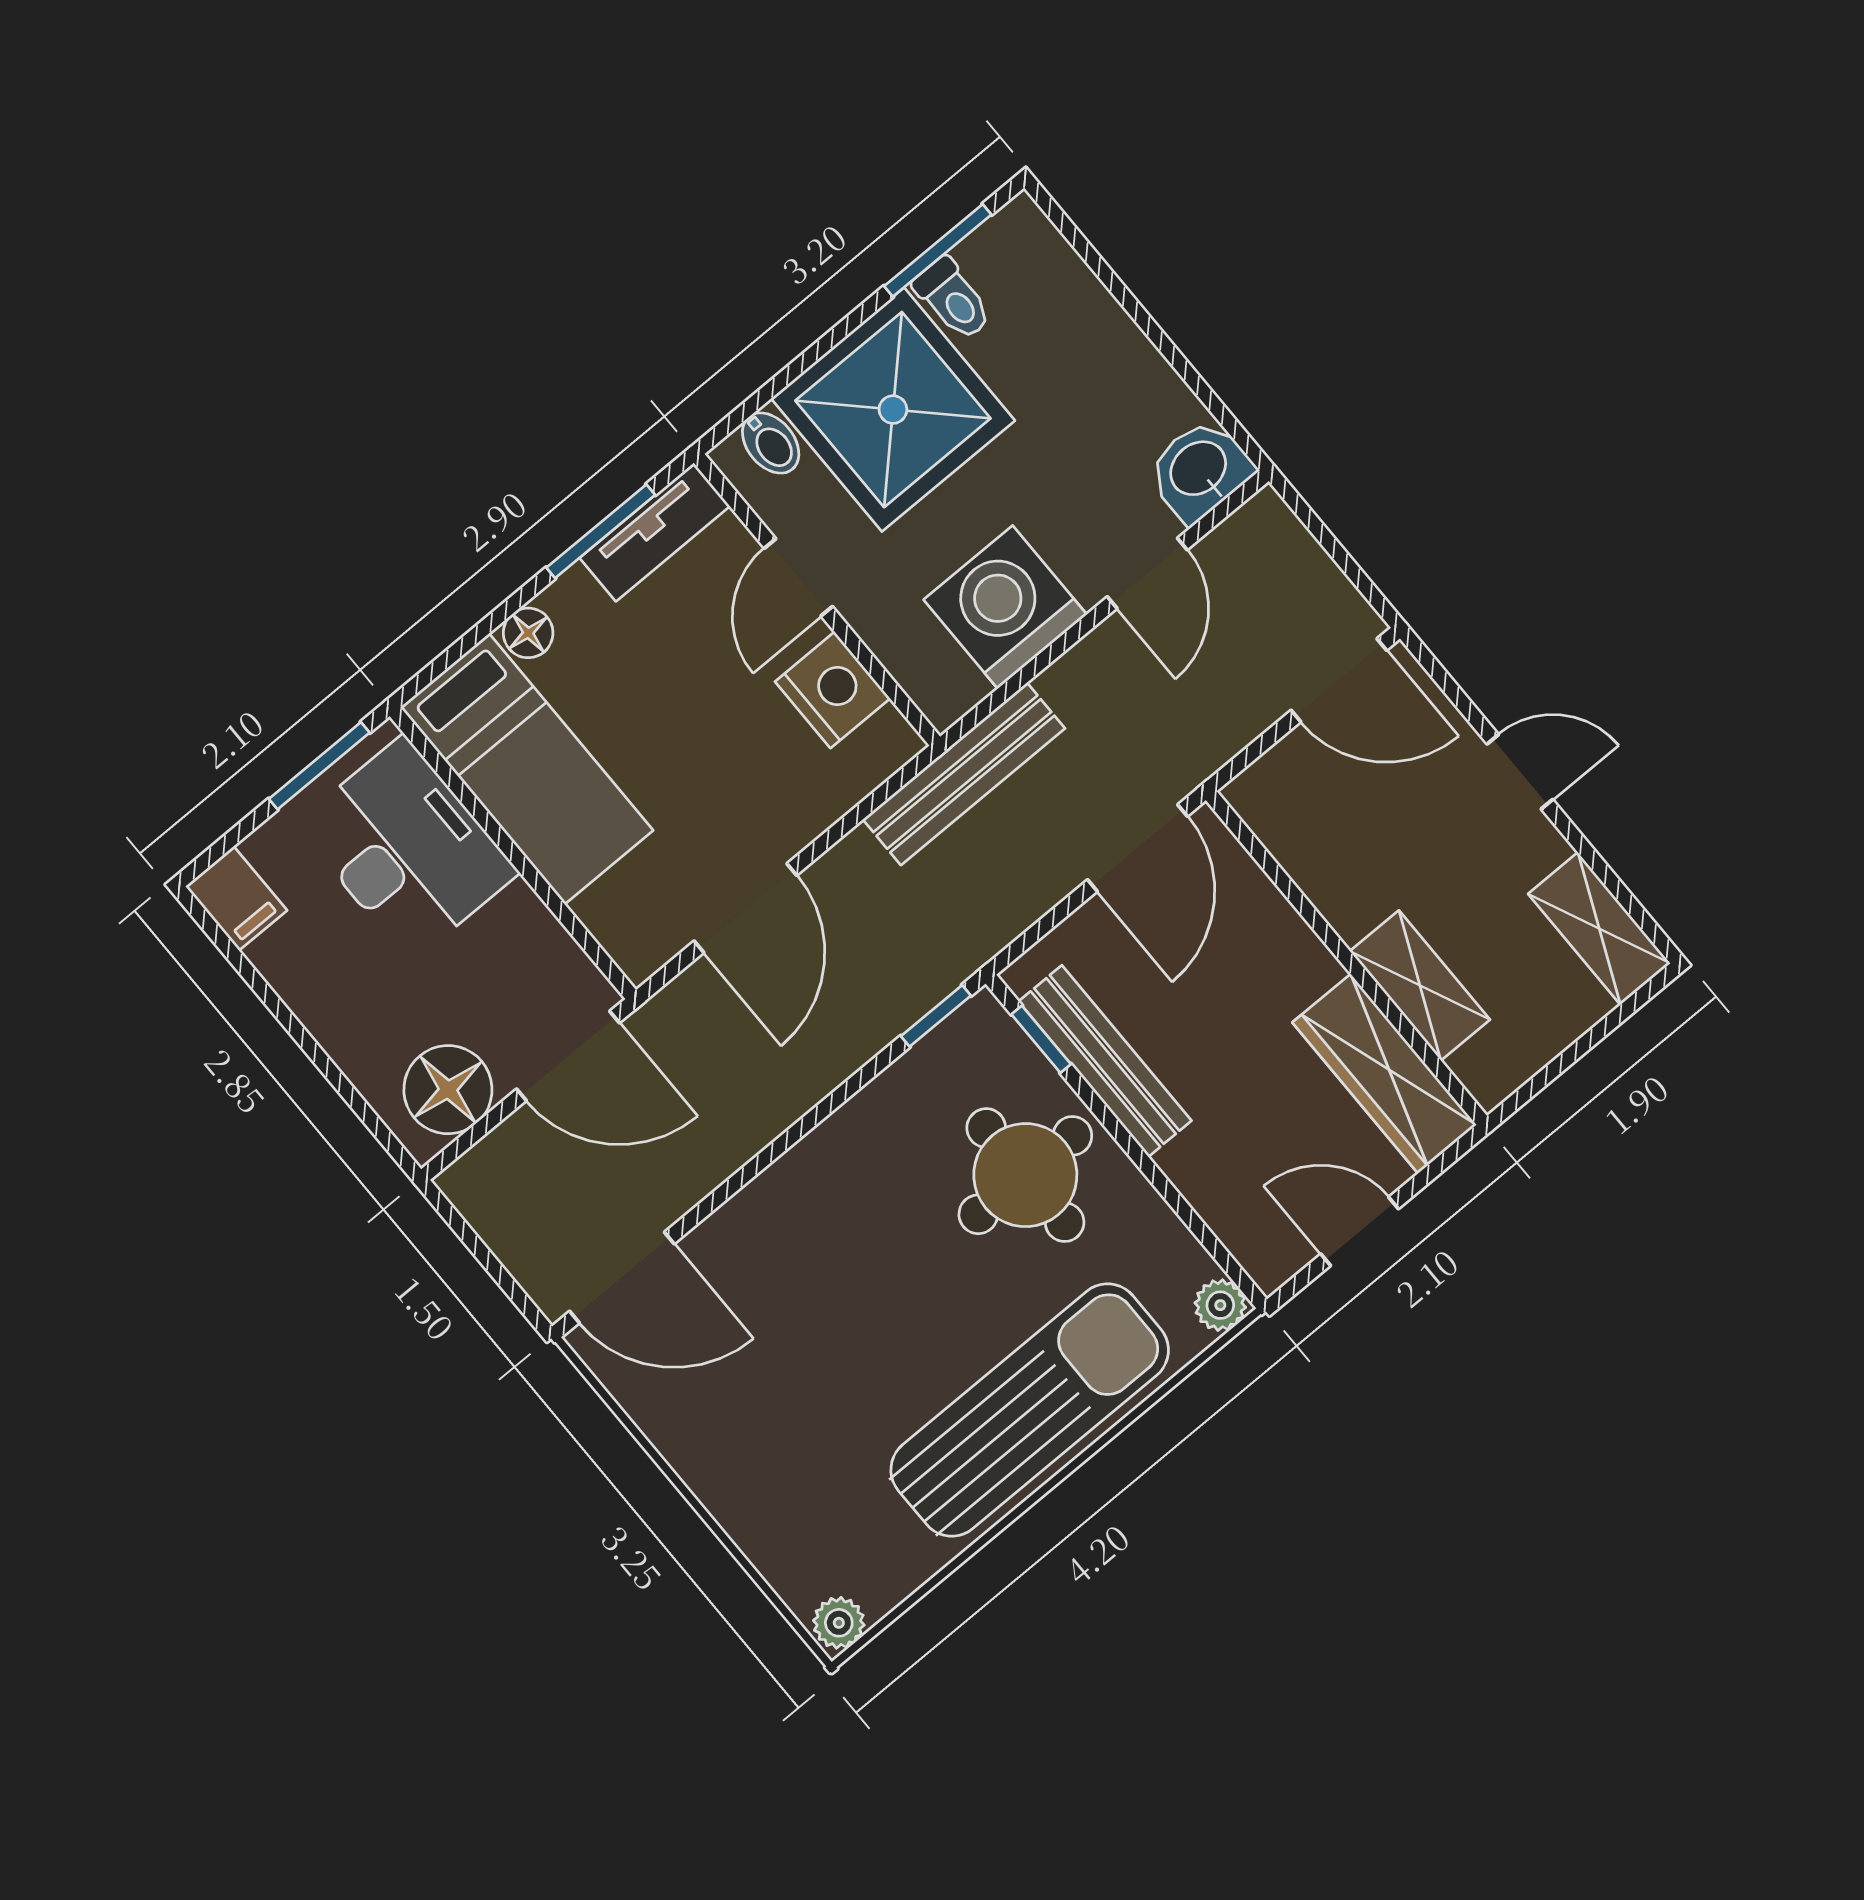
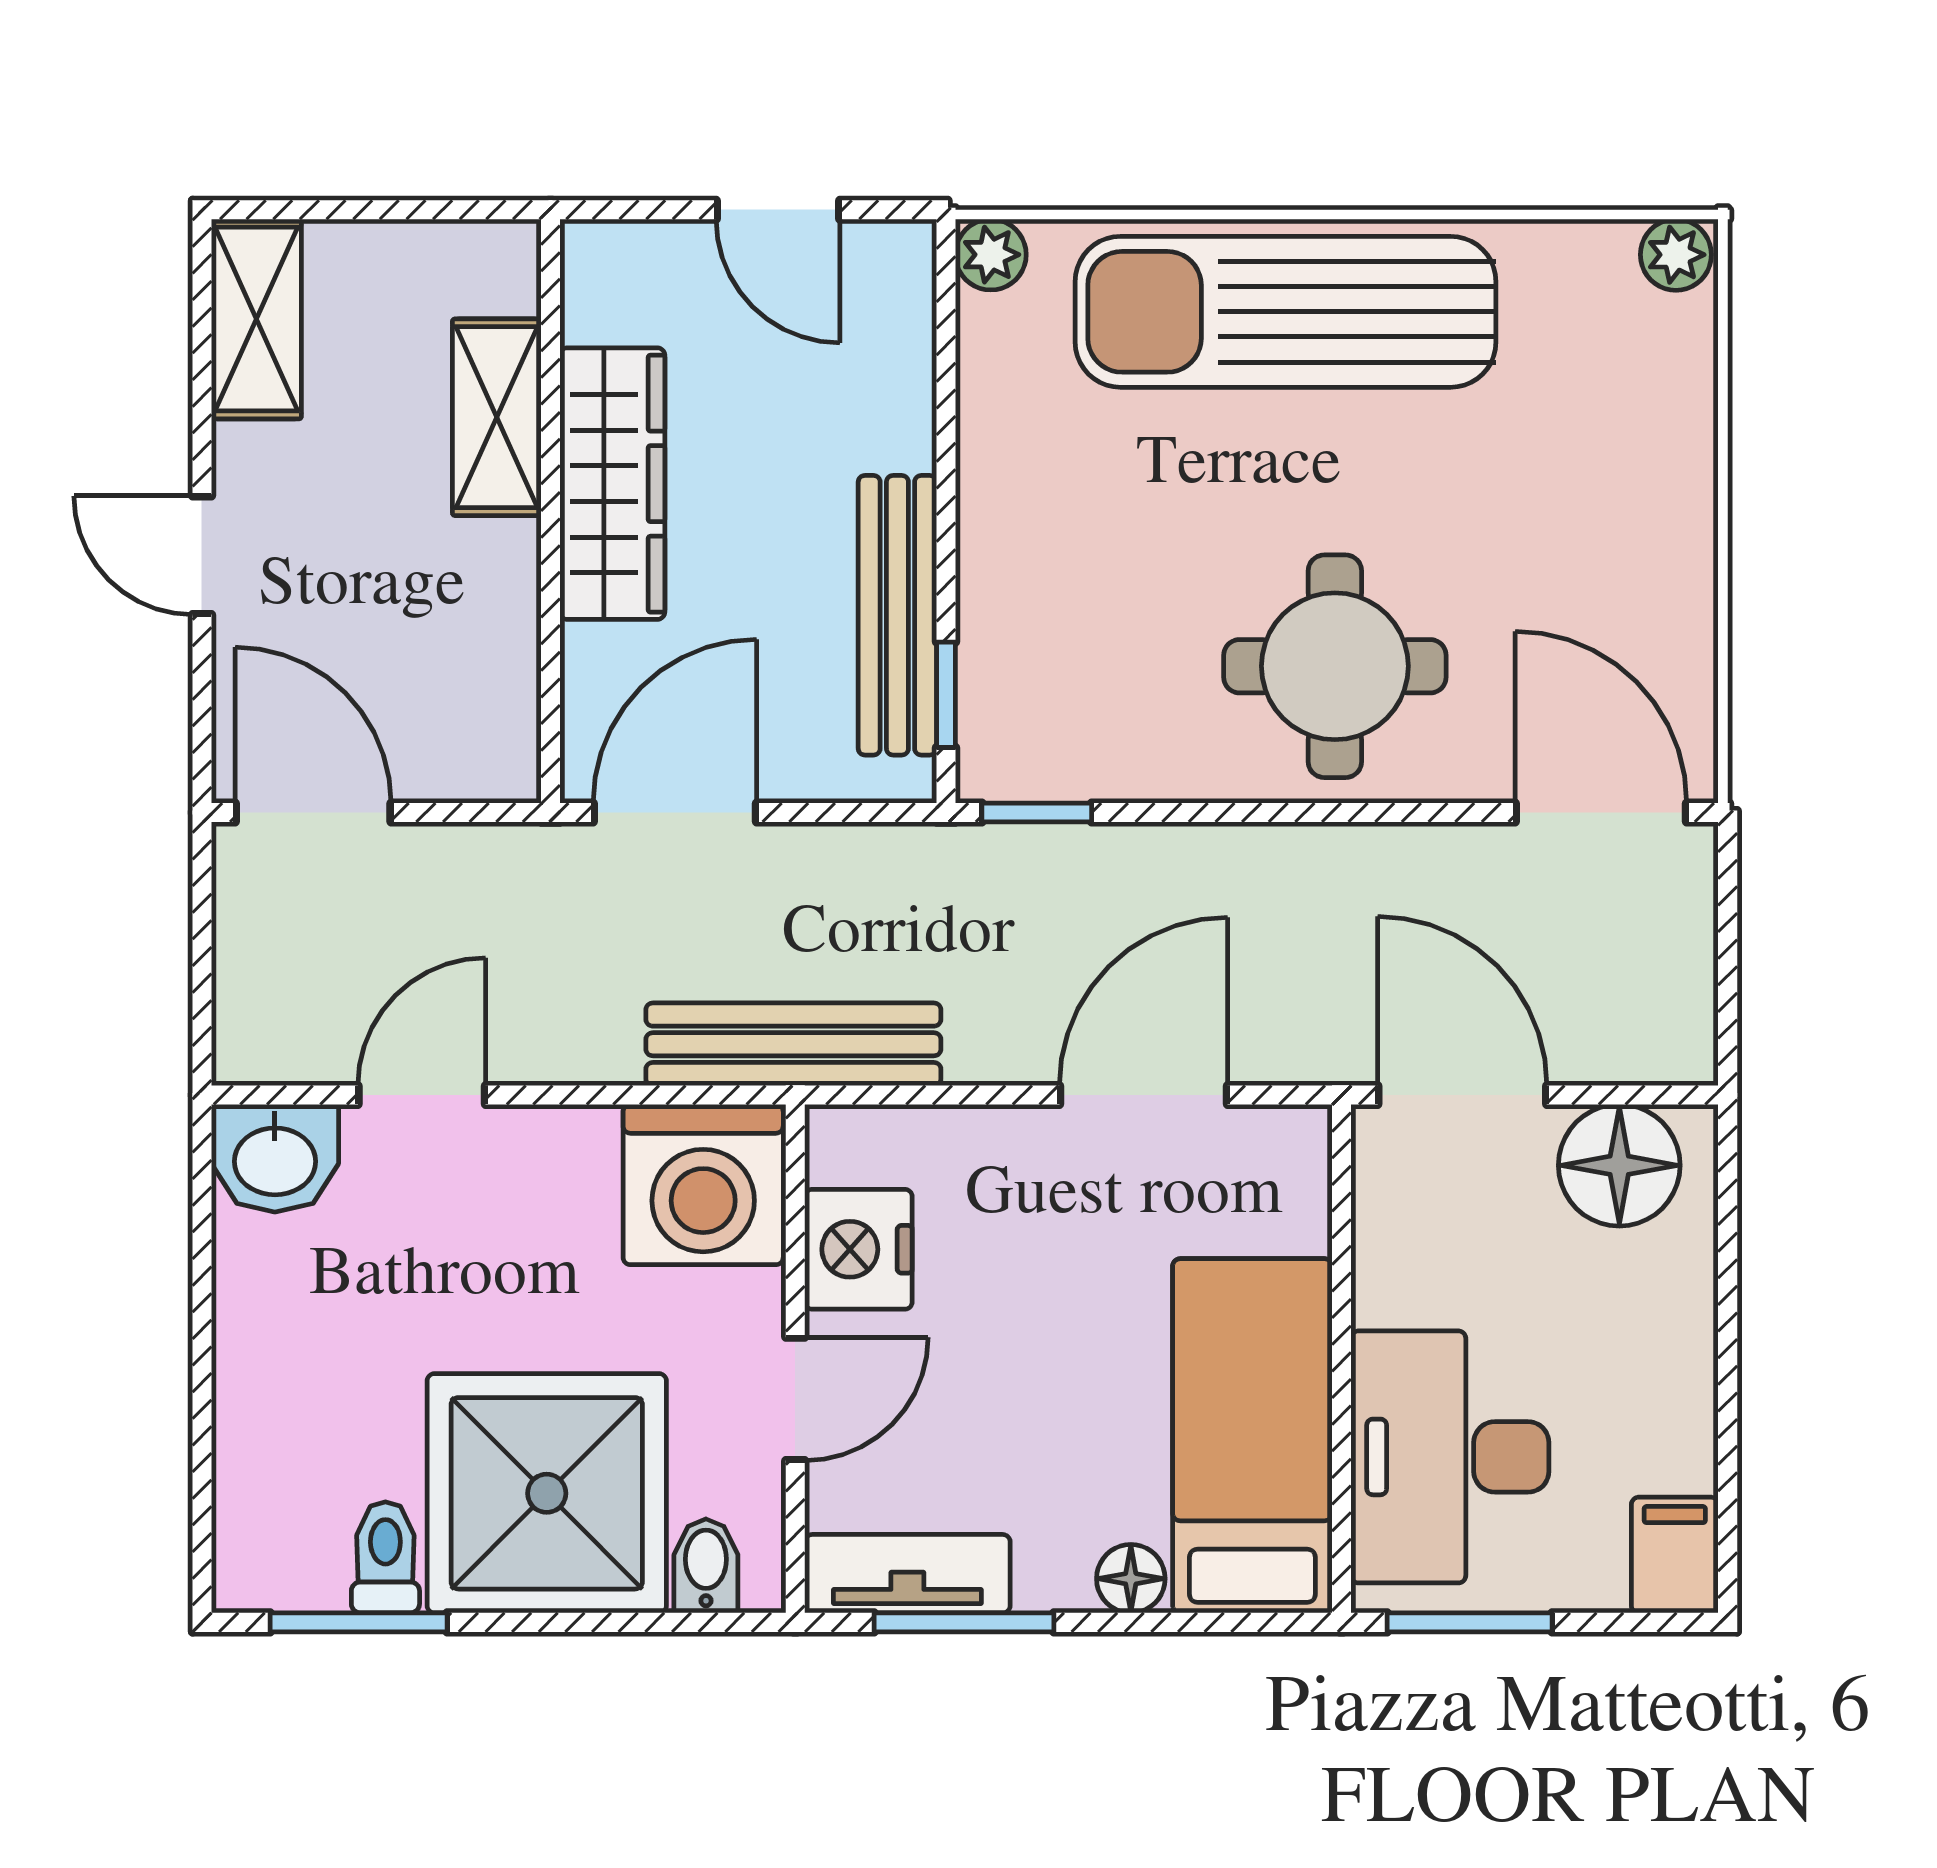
washing machine: (1005, 607) -> (703, 1185), moved
wardrobe: (1384, 1074) -> (612, 484), moved
round table: (1025, 1175) -> (1335, 666), moved

